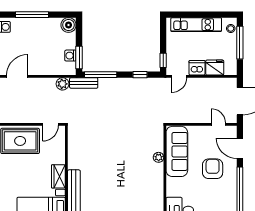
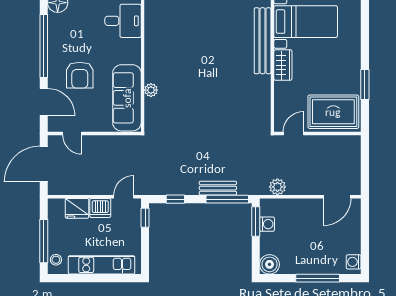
bench: (84, 83) -> (218, 188), moved

